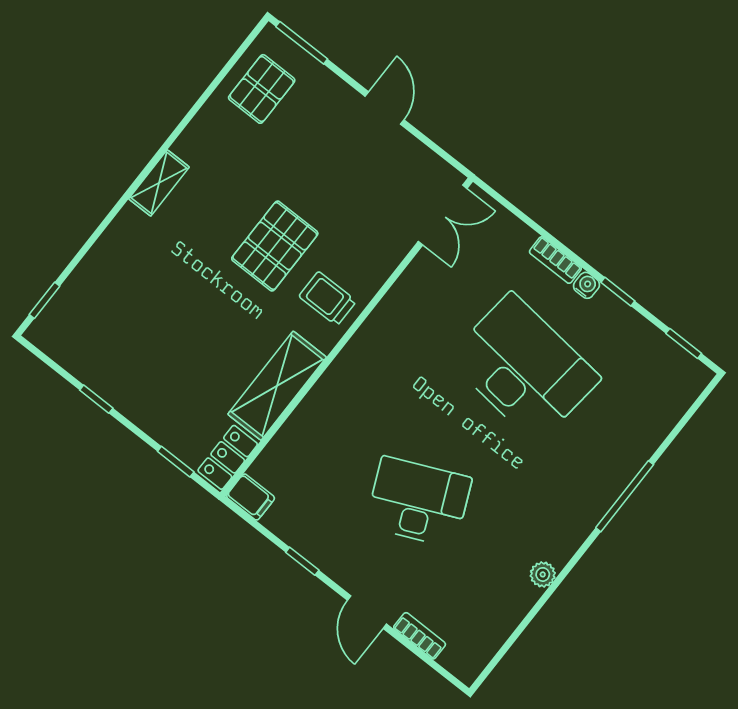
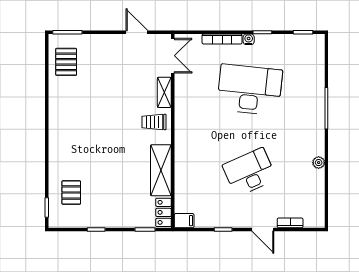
door: (385, 108) -> (137, 32), moved
shelving: (159, 183) -> (164, 92), moved
pallet: (275, 246) -> (71, 192), moved, width x0.67, depth x0.71
bookcase: (555, 260) -> (222, 39), width x1.56

